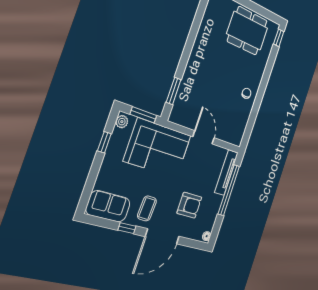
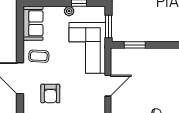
plant: (122, 122) -> (69, 11), moved
window: (127, 228) -> (20, 45), removed

